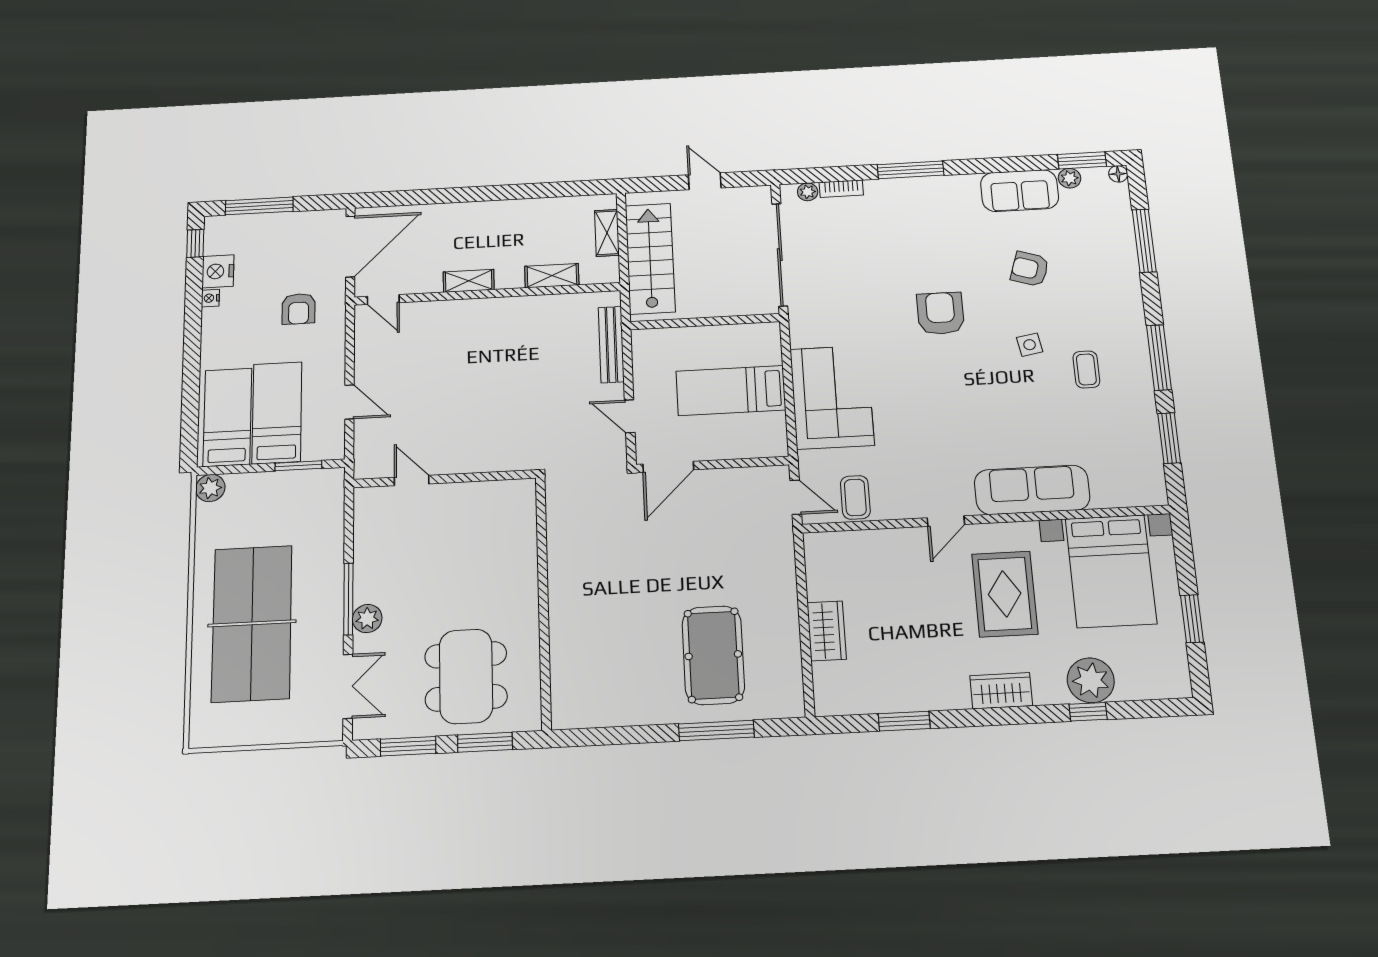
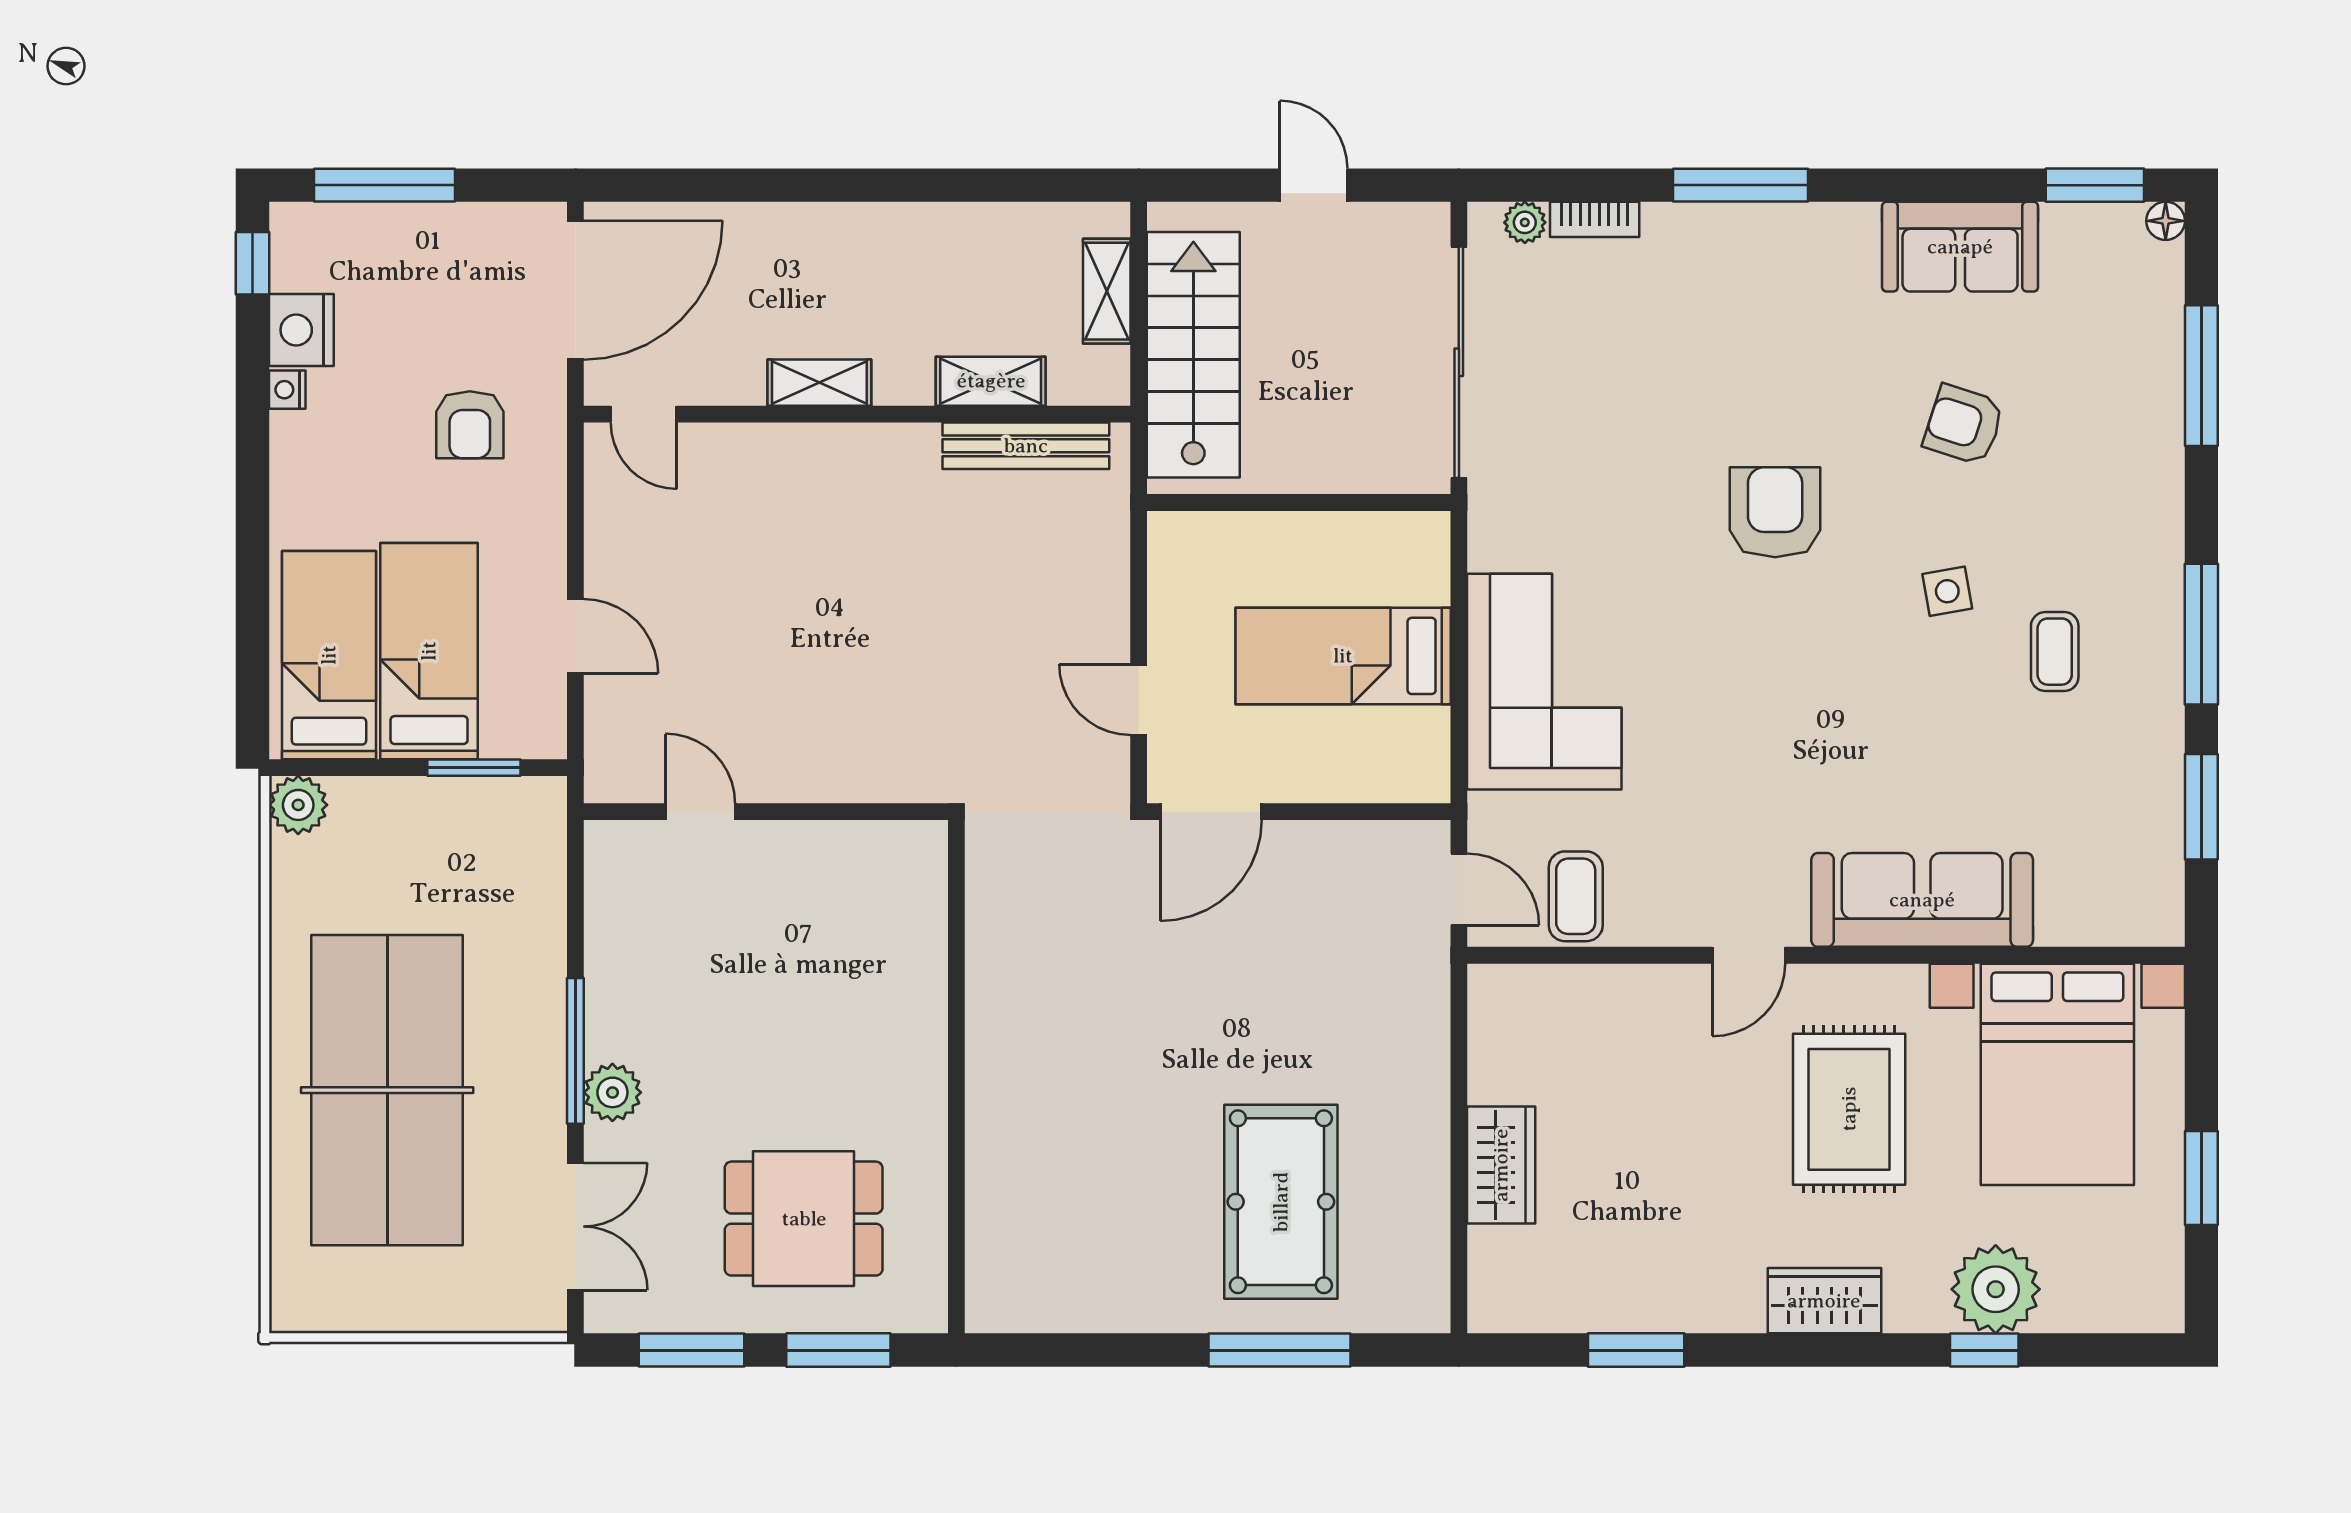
plant: (1070, 178) -> (2065, 224), removed
bench: (611, 345) -> (1026, 446), moved, turned 90
dining table: (466, 676) -> (804, 1219), width x0.73

